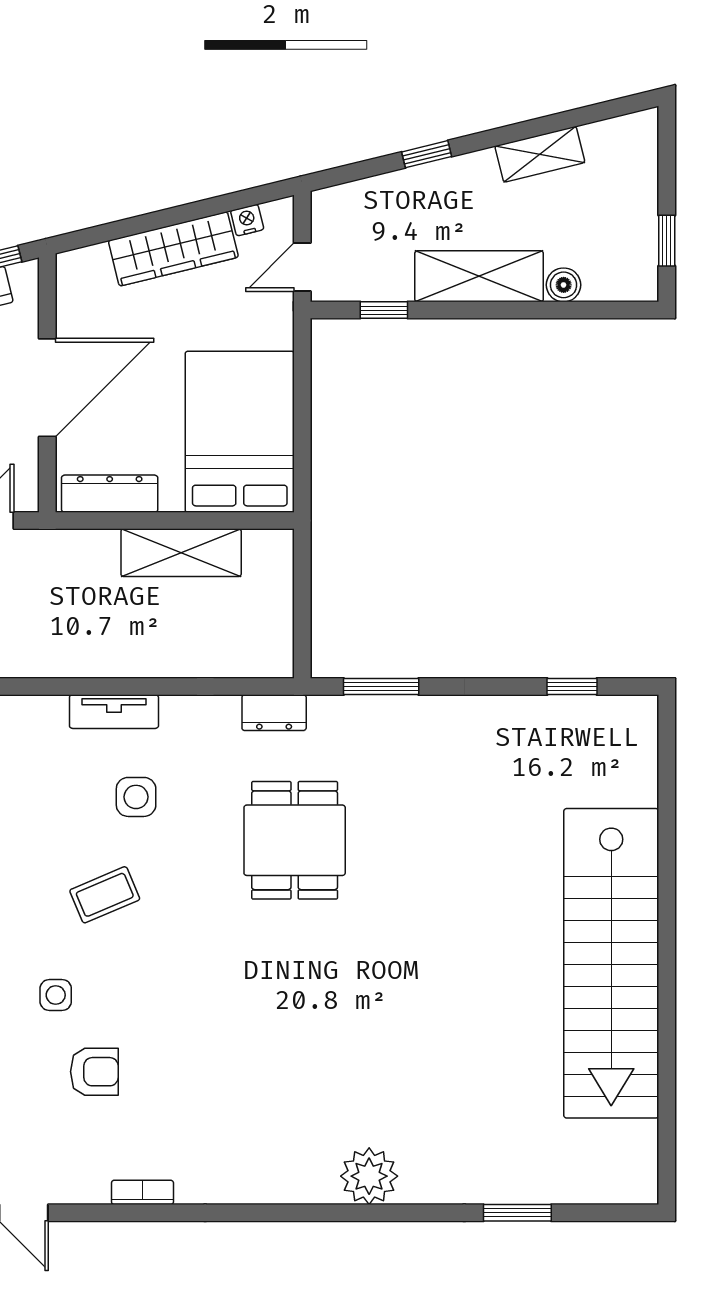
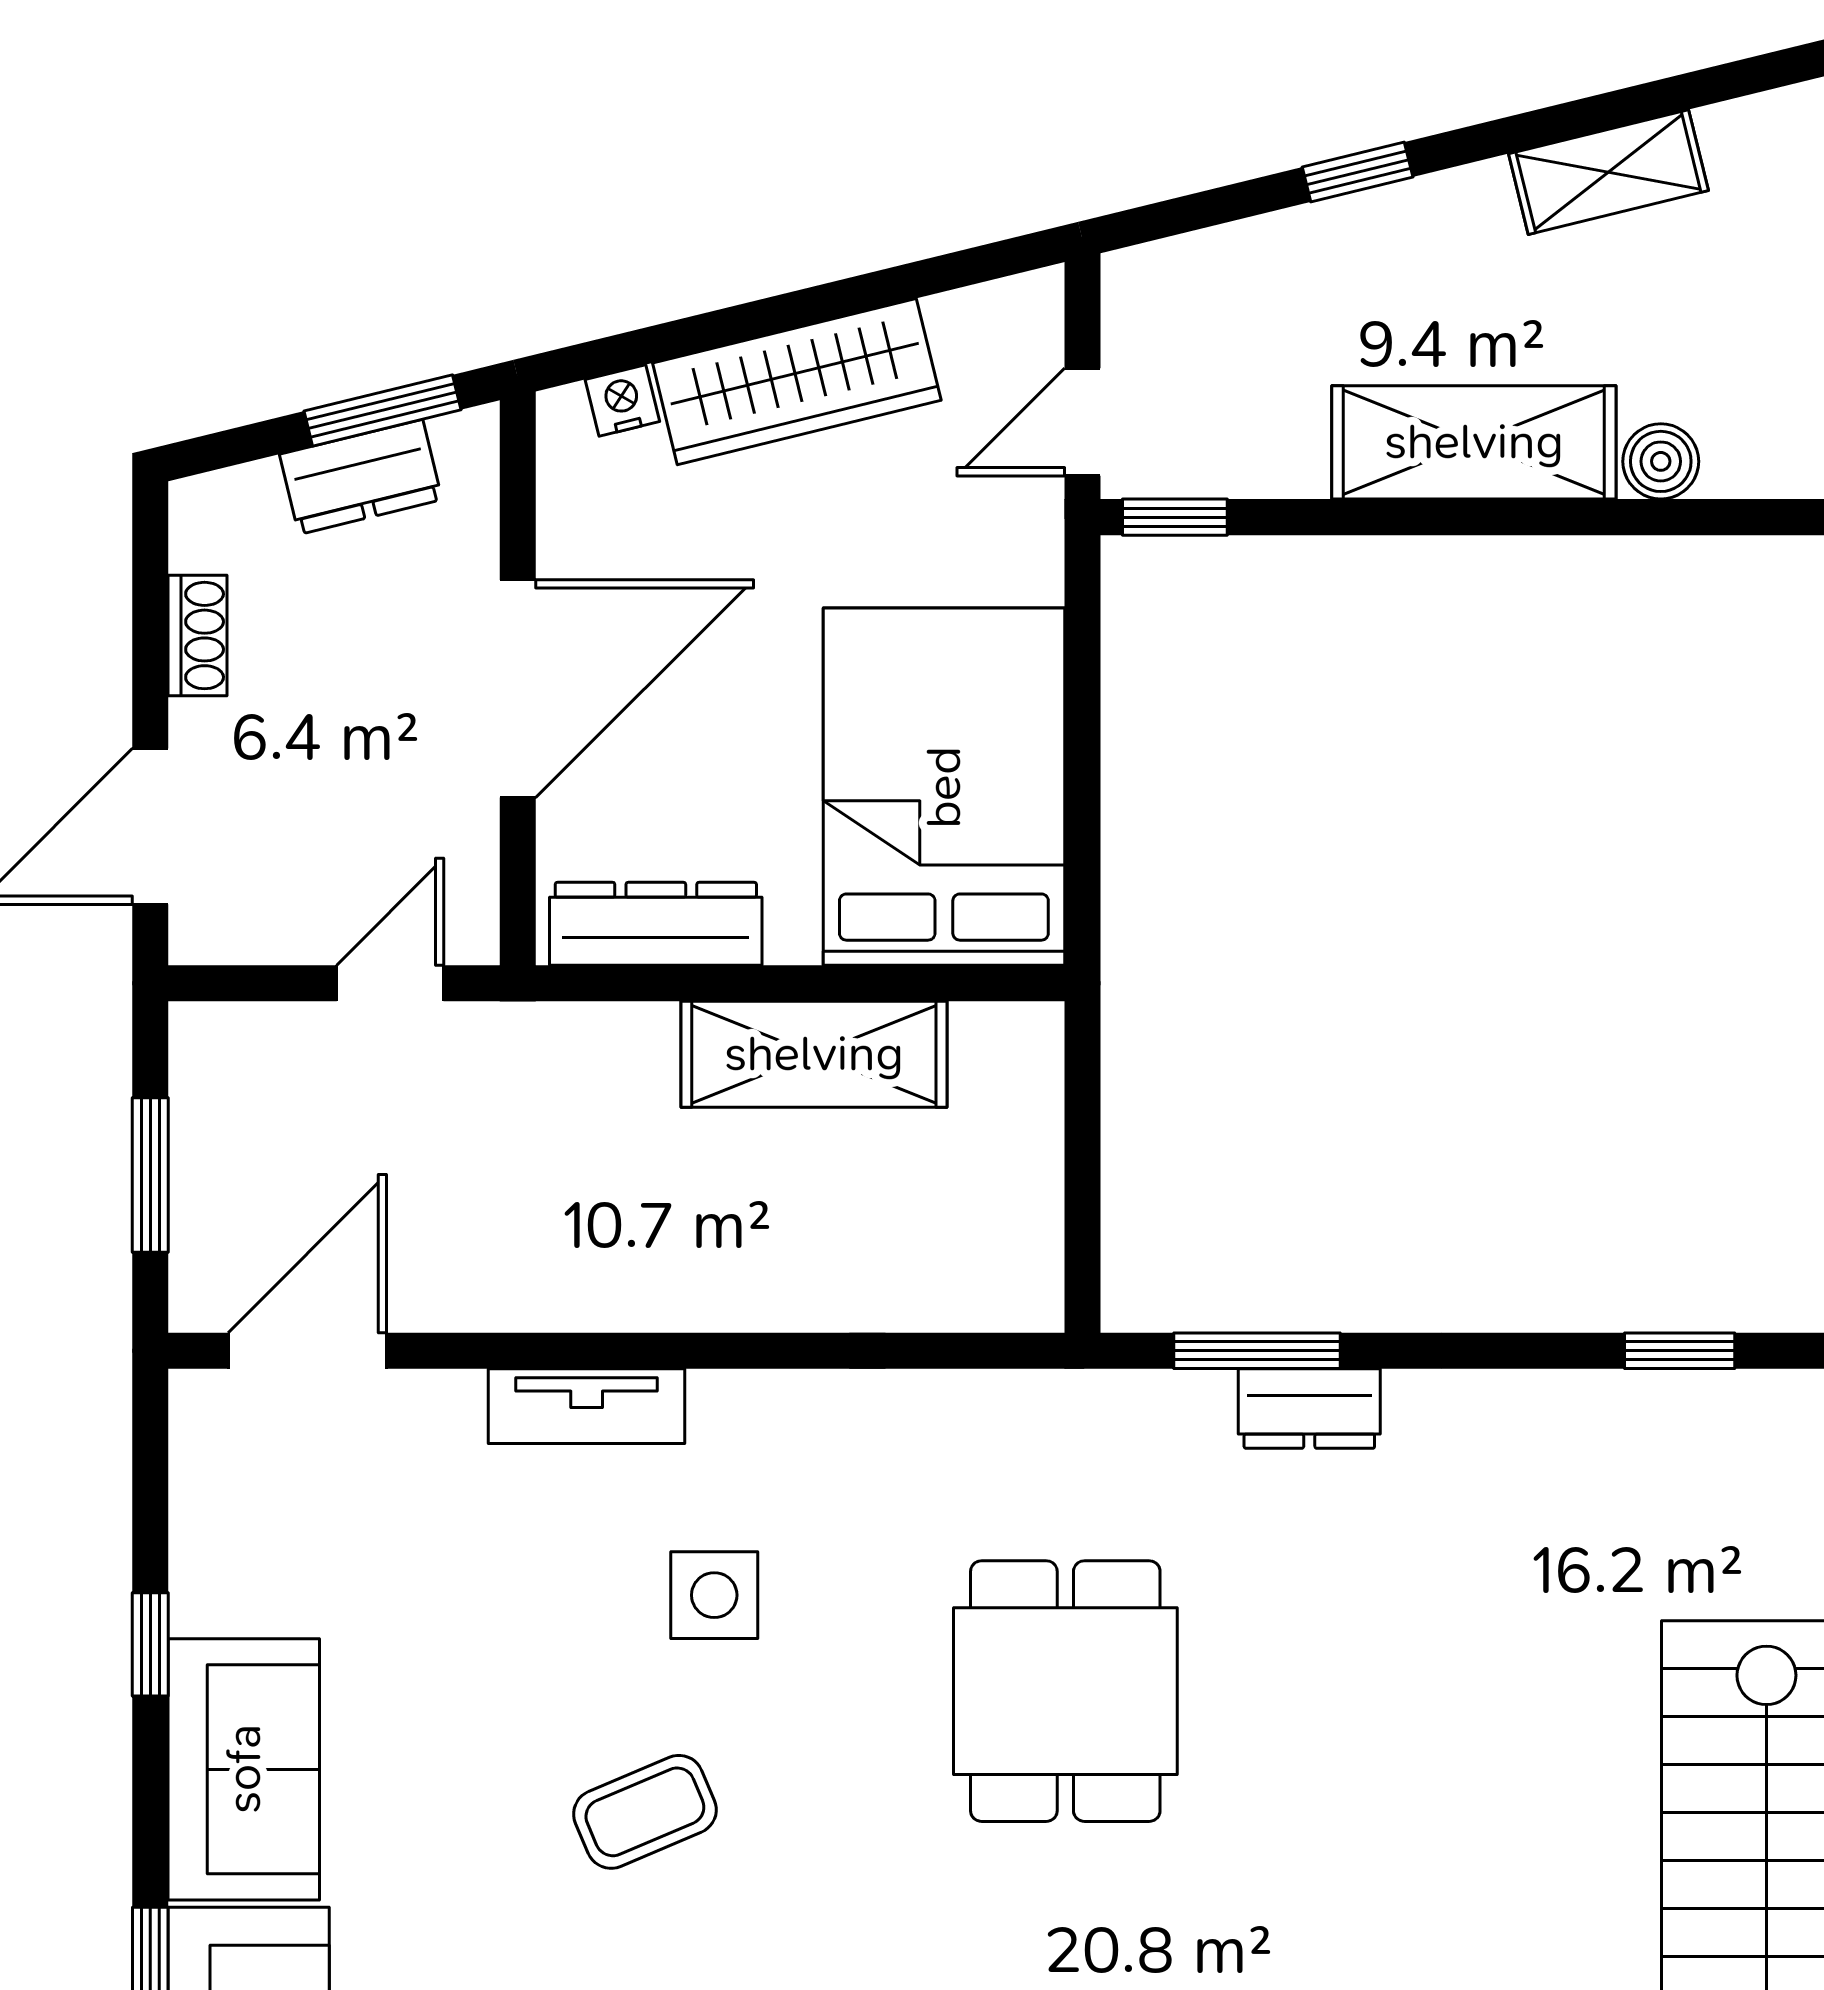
nightstand: (247, 220) -> (622, 401), moved
window: (384, 310) -> (1175, 517), moved
tv unit: (114, 712) -> (587, 1406), moved
dresser: (274, 713) -> (1309, 1409), moved

